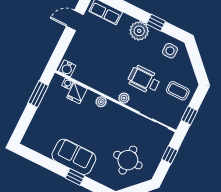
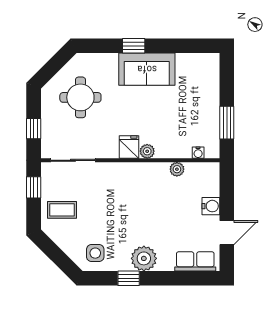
water cooler: (67, 68) -> (211, 206), moved, turned 90
wheelchair: (144, 80) -> (109, 203), removed
fridge: (77, 93) -> (129, 147), moved
plant: (124, 98) -> (177, 169), moved

